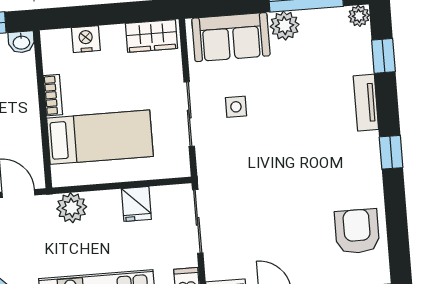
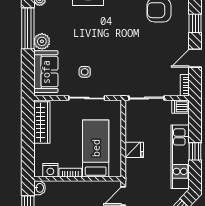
wardrobe: (151, 36) -> (42, 122), width x1.50
nightstand: (86, 39) -> (50, 170), moved, turned -90
fridge: (136, 204) -> (134, 150), moved
plant: (72, 208) -> (133, 167), removed

